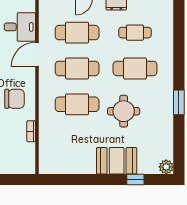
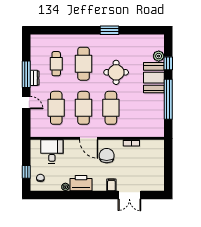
door: (37, 54) -> (89, 138), moved
plant: (166, 167) -> (159, 56), moved
window: (88, 180) -> (168, 99), added

